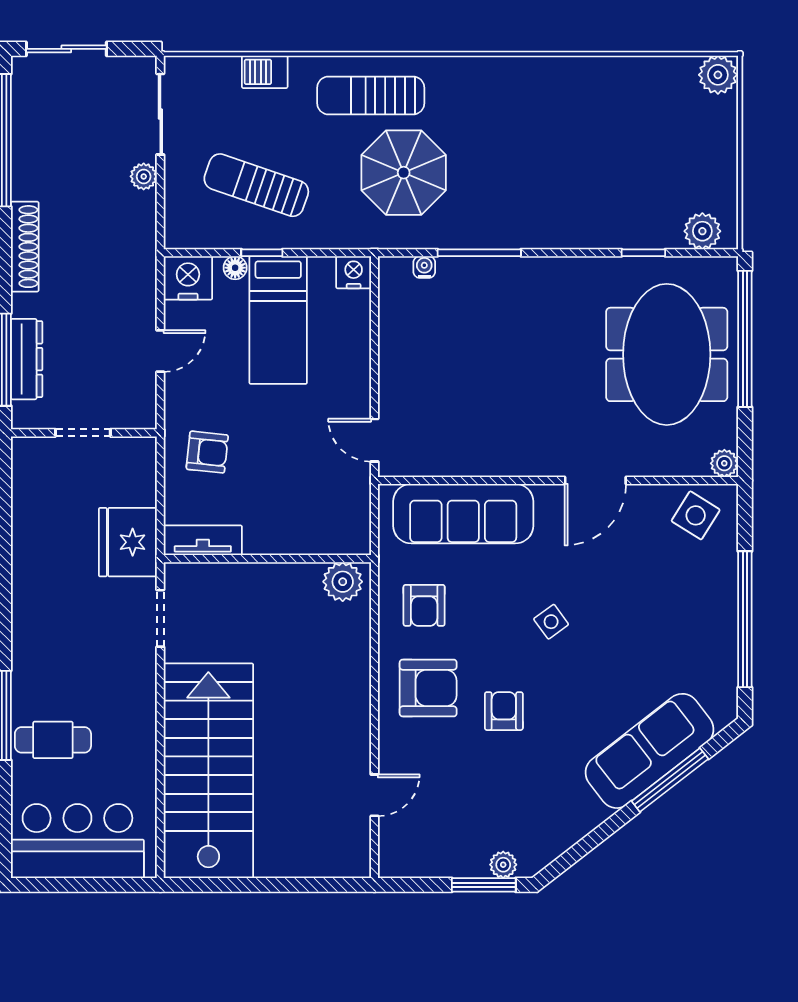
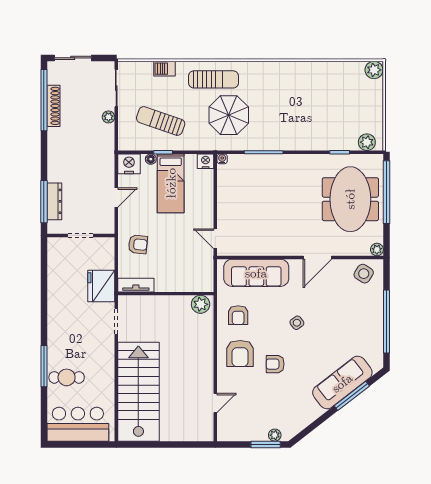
sun lounger: (371, 95) -> (214, 79), turned 180
shoe rack: (25, 247) -> (54, 106), moved
water cooler: (424, 267) -> (222, 159), moved
armchair: (428, 688) -> (240, 353), turned 90
armchair: (504, 711) -> (275, 364), turned -90

